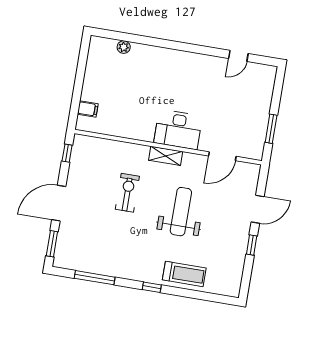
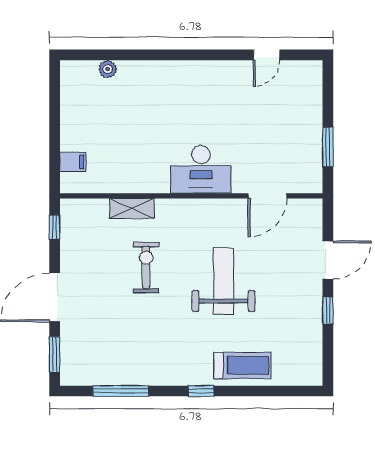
shelving: (166, 156) -> (132, 208), moved

